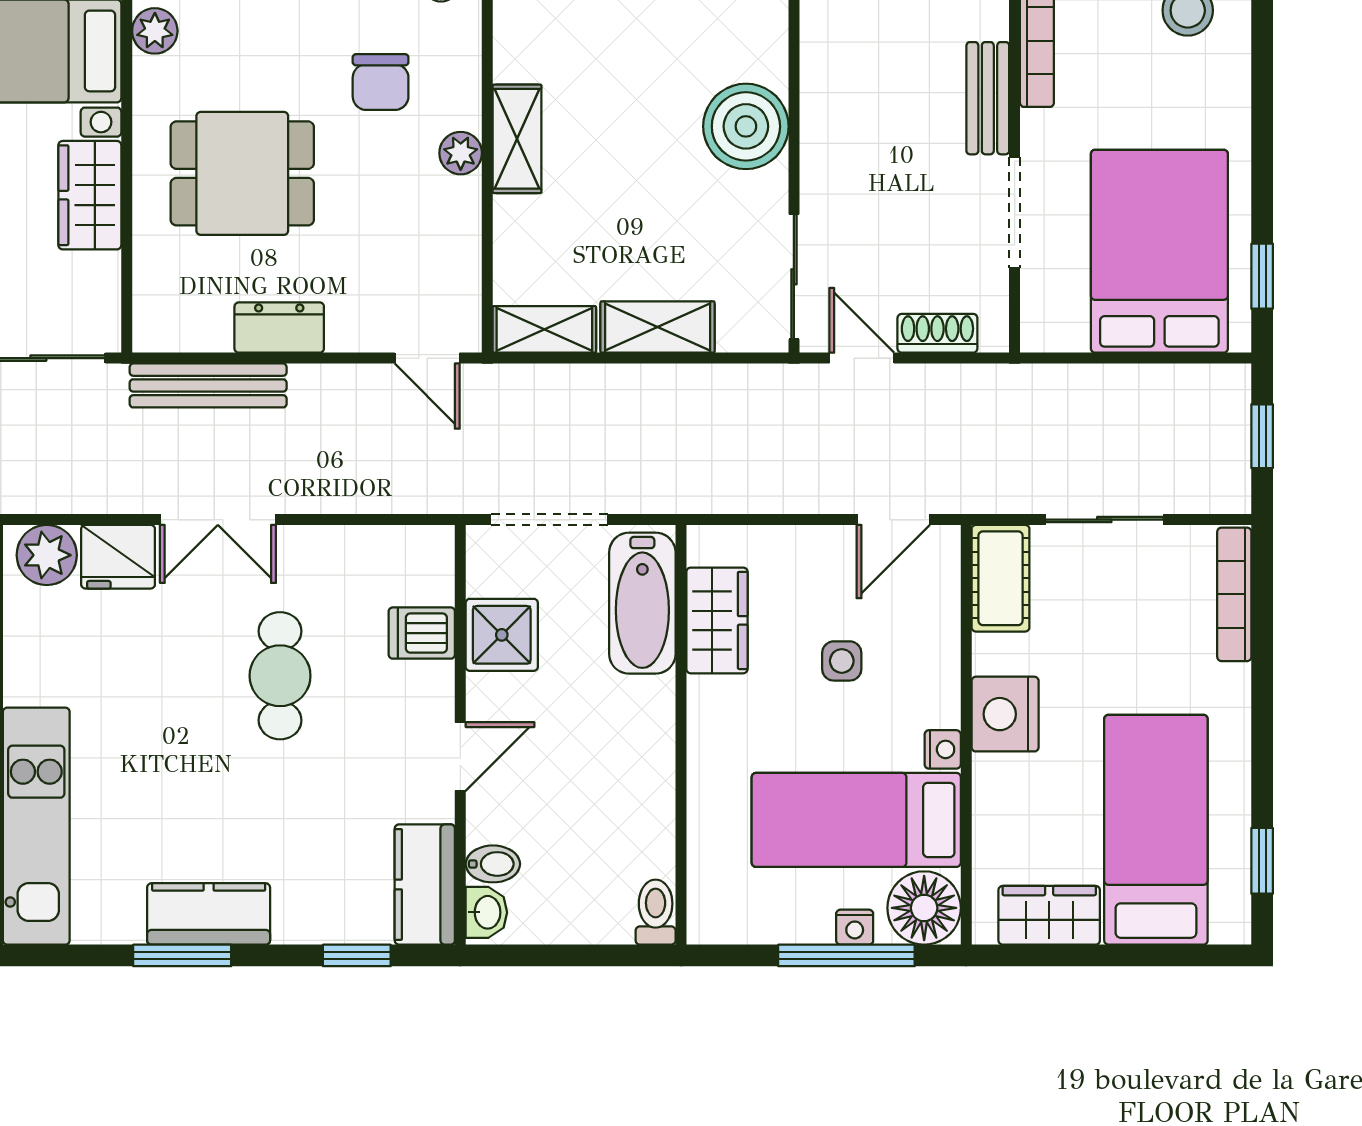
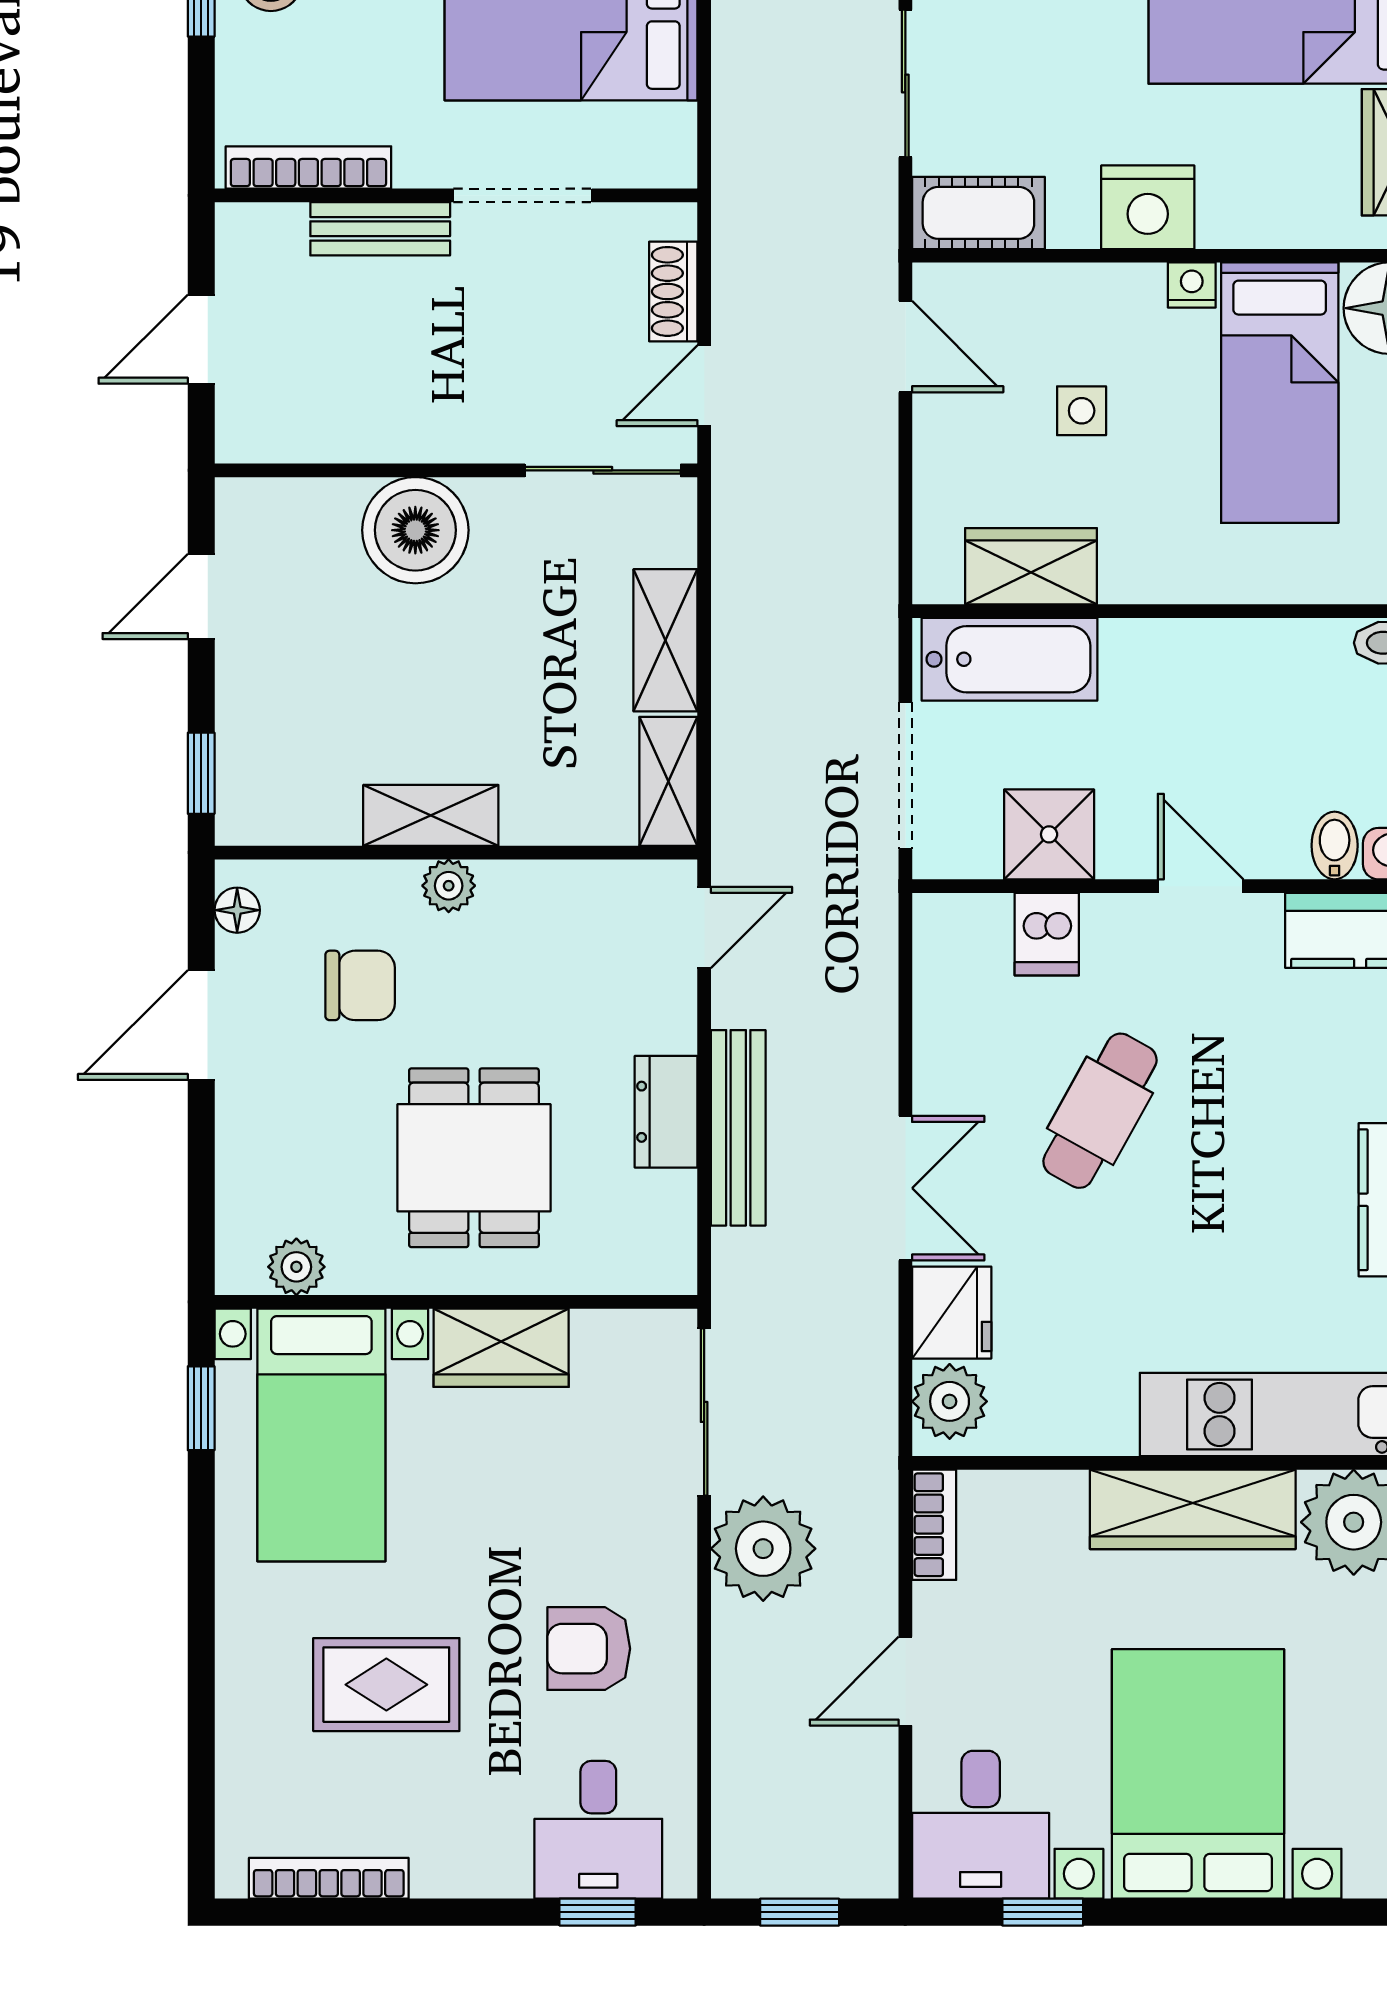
bench: (208, 385) -> (738, 1128), moved
cafe table: (280, 676) -> (1100, 1111), turned -61

